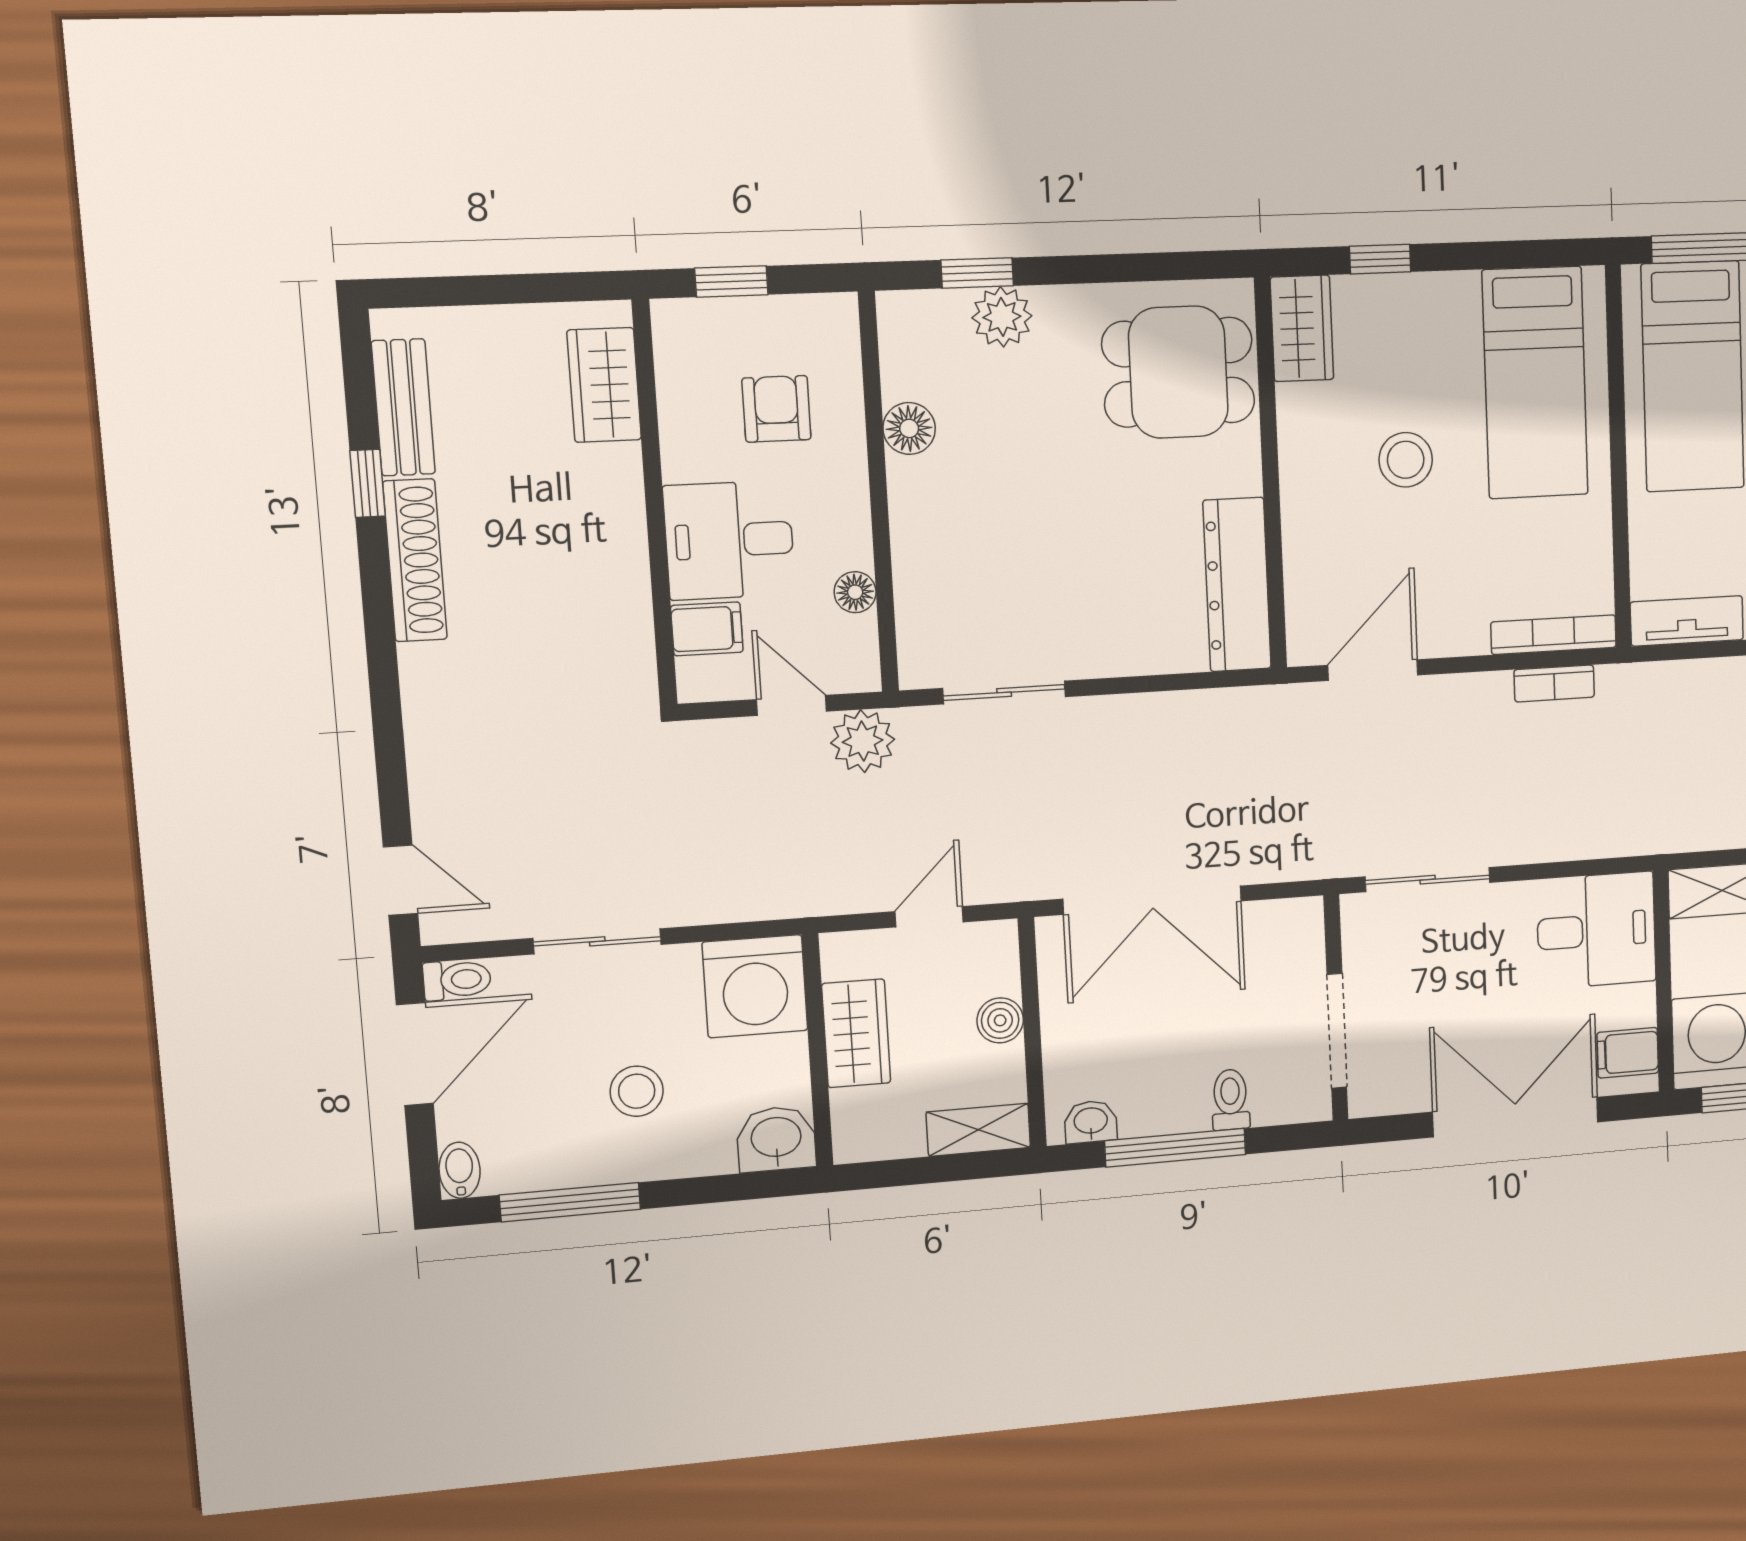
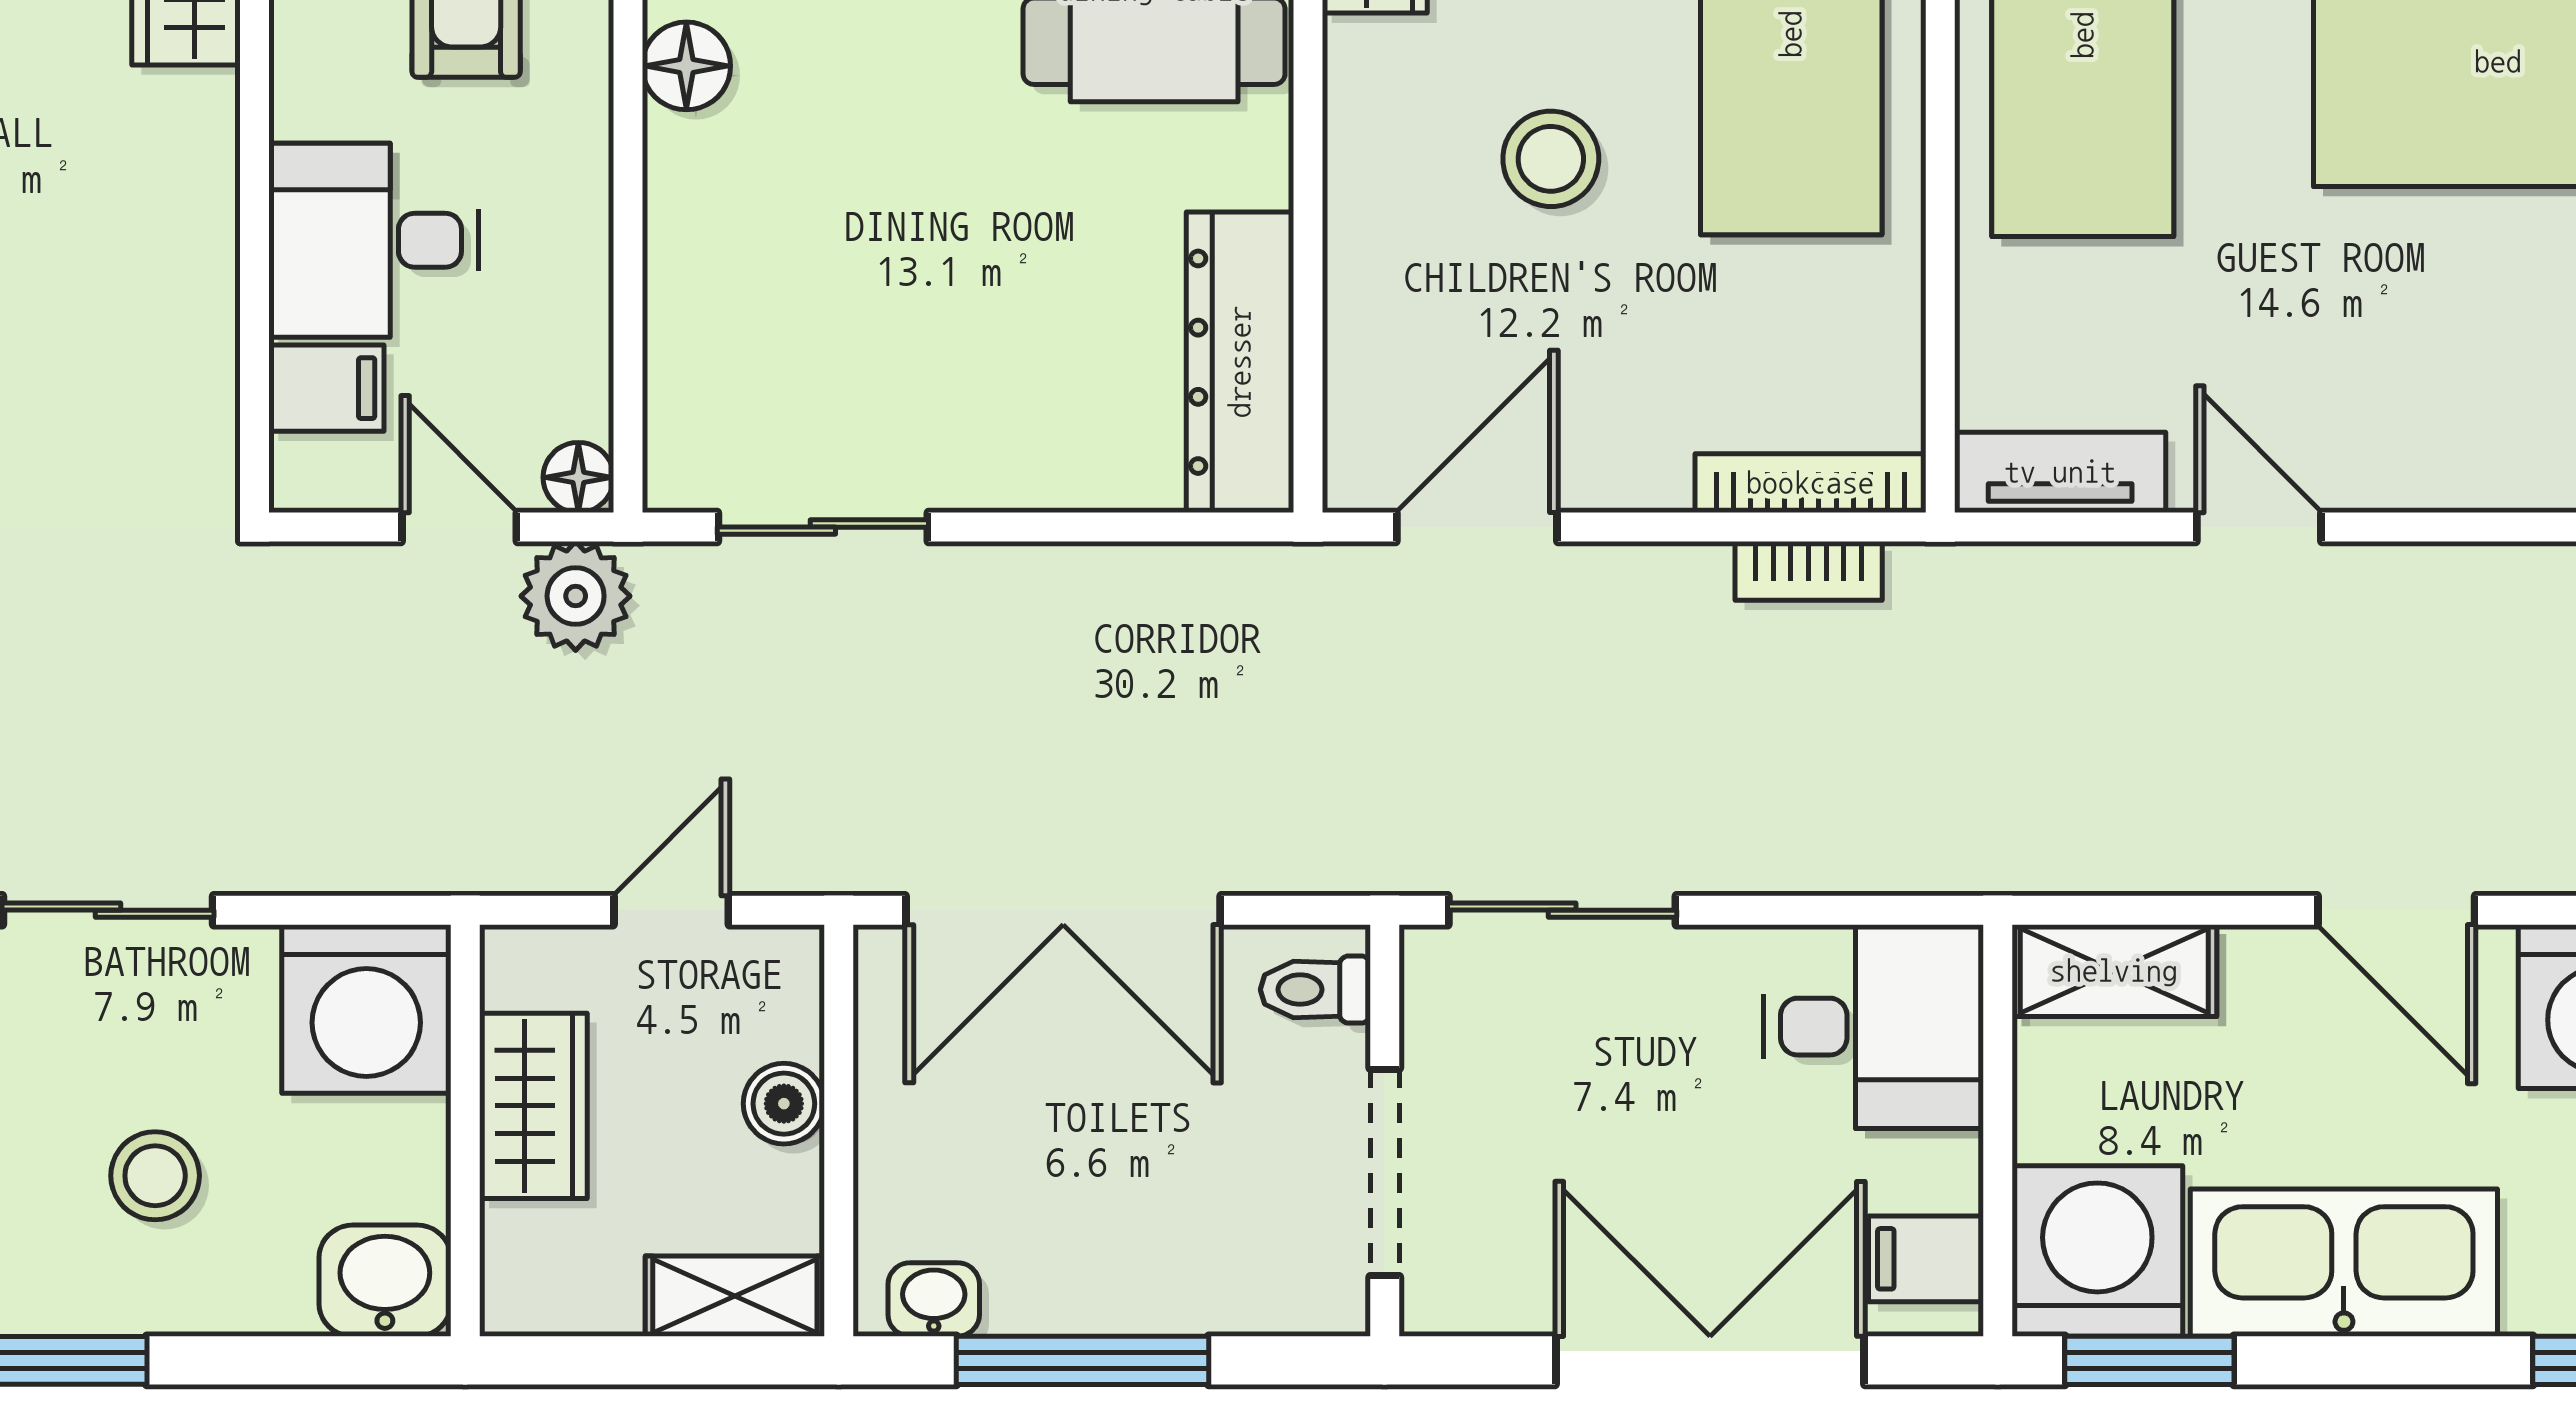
floor lamp: (855, 592) -> (578, 477), moved
toilet: (1230, 1100) -> (1315, 990), moved, turned -90

